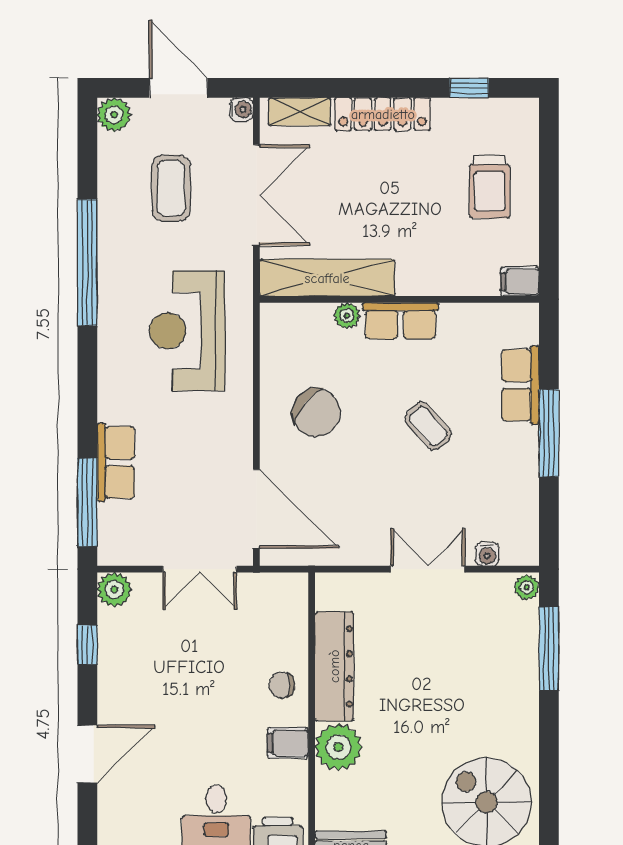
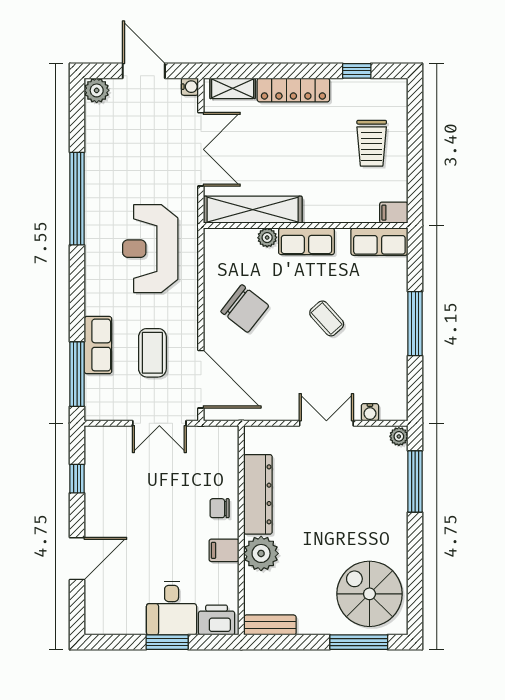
coffee table: (171, 188) -> (152, 353), moved
row of seats: (521, 385) -> (379, 242), moved, turned -90
plant: (114, 590) -> (97, 438), removed

